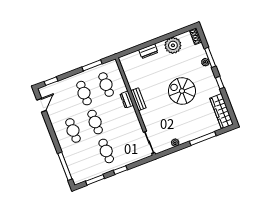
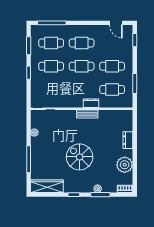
spiral stairs: (182, 91) -> (80, 157), turned -90
cafe table: (84, 159) -> (51, 43), added

